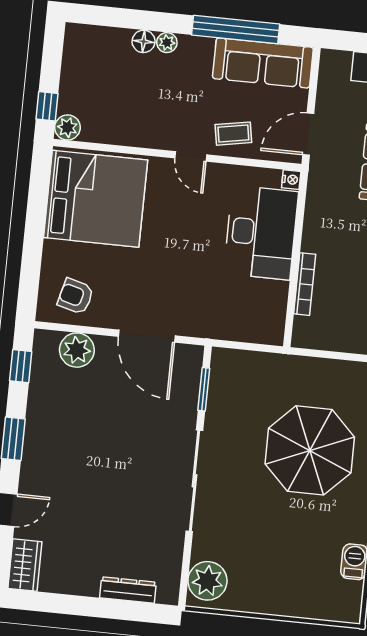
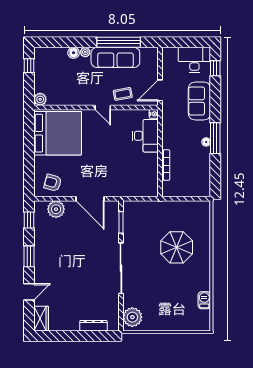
sofa: (263, 63) -> (115, 57), moved
window: (47, 106) -> (29, 66), moved
desk: (261, 233) -> (145, 136), width x0.73, depth x0.77
parasol: (310, 450) -> (177, 247), width x0.73, depth x0.73

